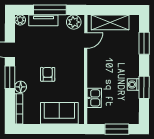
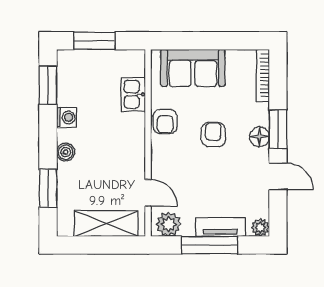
door: (86, 40) -> (148, 193), swing flipped
boiler: (134, 64) -> (66, 152), added
armchair: (48, 74) -> (213, 135), turned 180
armchair: (76, 82) -> (165, 121), added
floor lamp: (21, 87) -> (259, 137), moved
window: (144, 87) -> (48, 85), moved

